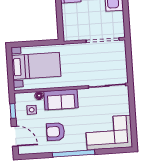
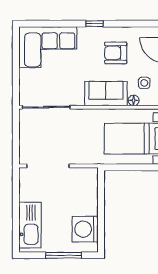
armchair: (56, 132) -> (116, 53), turned 180
window: (74, 153) -> (95, 24), width x0.32

